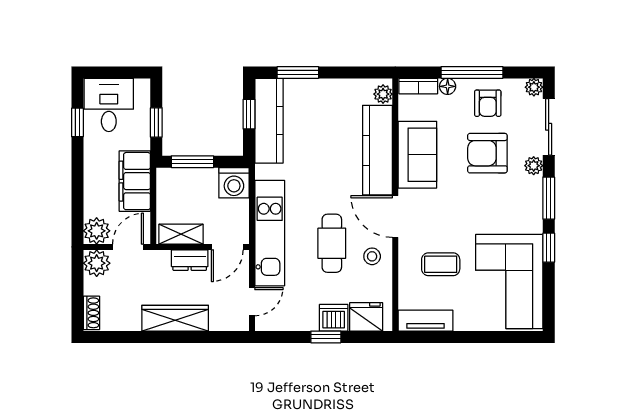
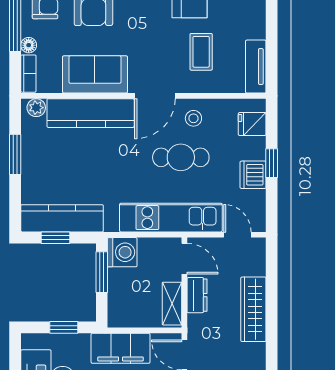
window: (298, 72) -> (15, 154), moved
window: (192, 162) -> (102, 272), moved
fridge: (366, 317) -> (252, 124), width x0.72
dishwasher: (334, 318) -> (253, 175), moved

